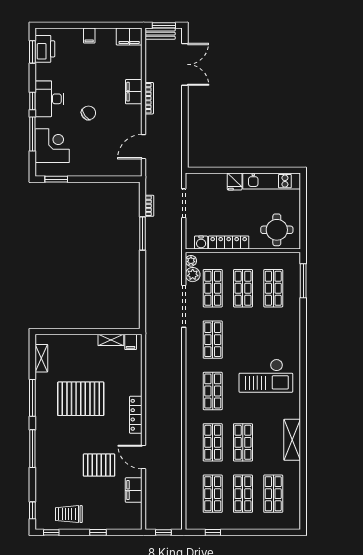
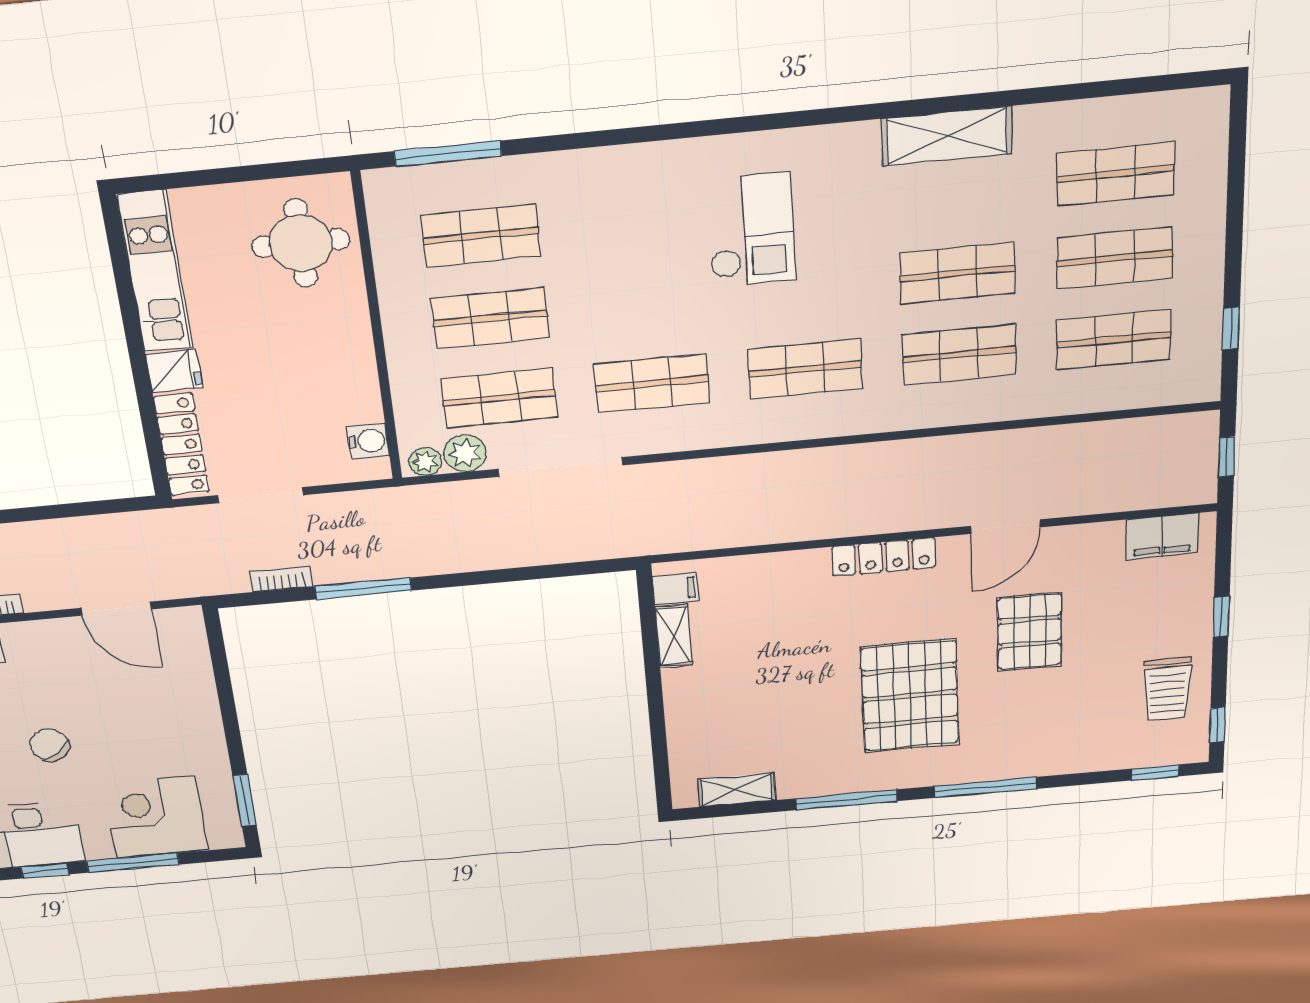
locker: (229, 242) -> (182, 445), moved, turned 180
checkout: (266, 376) -> (751, 230), width x0.73, depth x0.83
pallet: (81, 399) -> (910, 696), moved
filing cabinet: (134, 490) -> (1162, 536), moved

